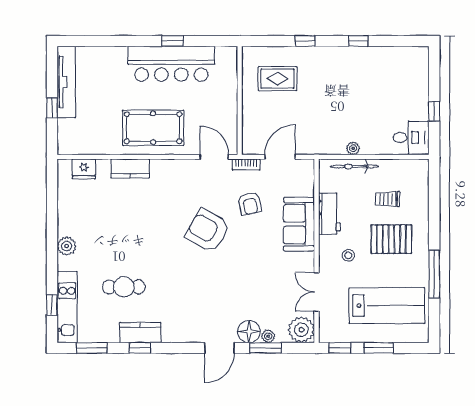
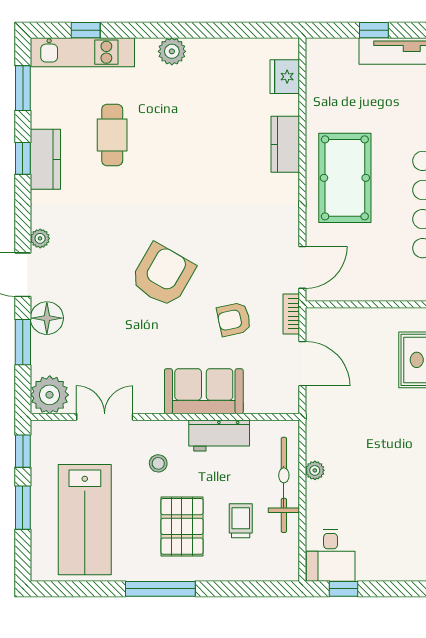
window: (434, 111) -> (343, 589), moved
bicycle: (354, 166) -> (284, 485), width x1.37, depth x1.40
armchair: (208, 230) -> (163, 275), moved
window: (434, 274) -> (160, 589), moved
plant: (268, 336) -> (40, 238), moved

